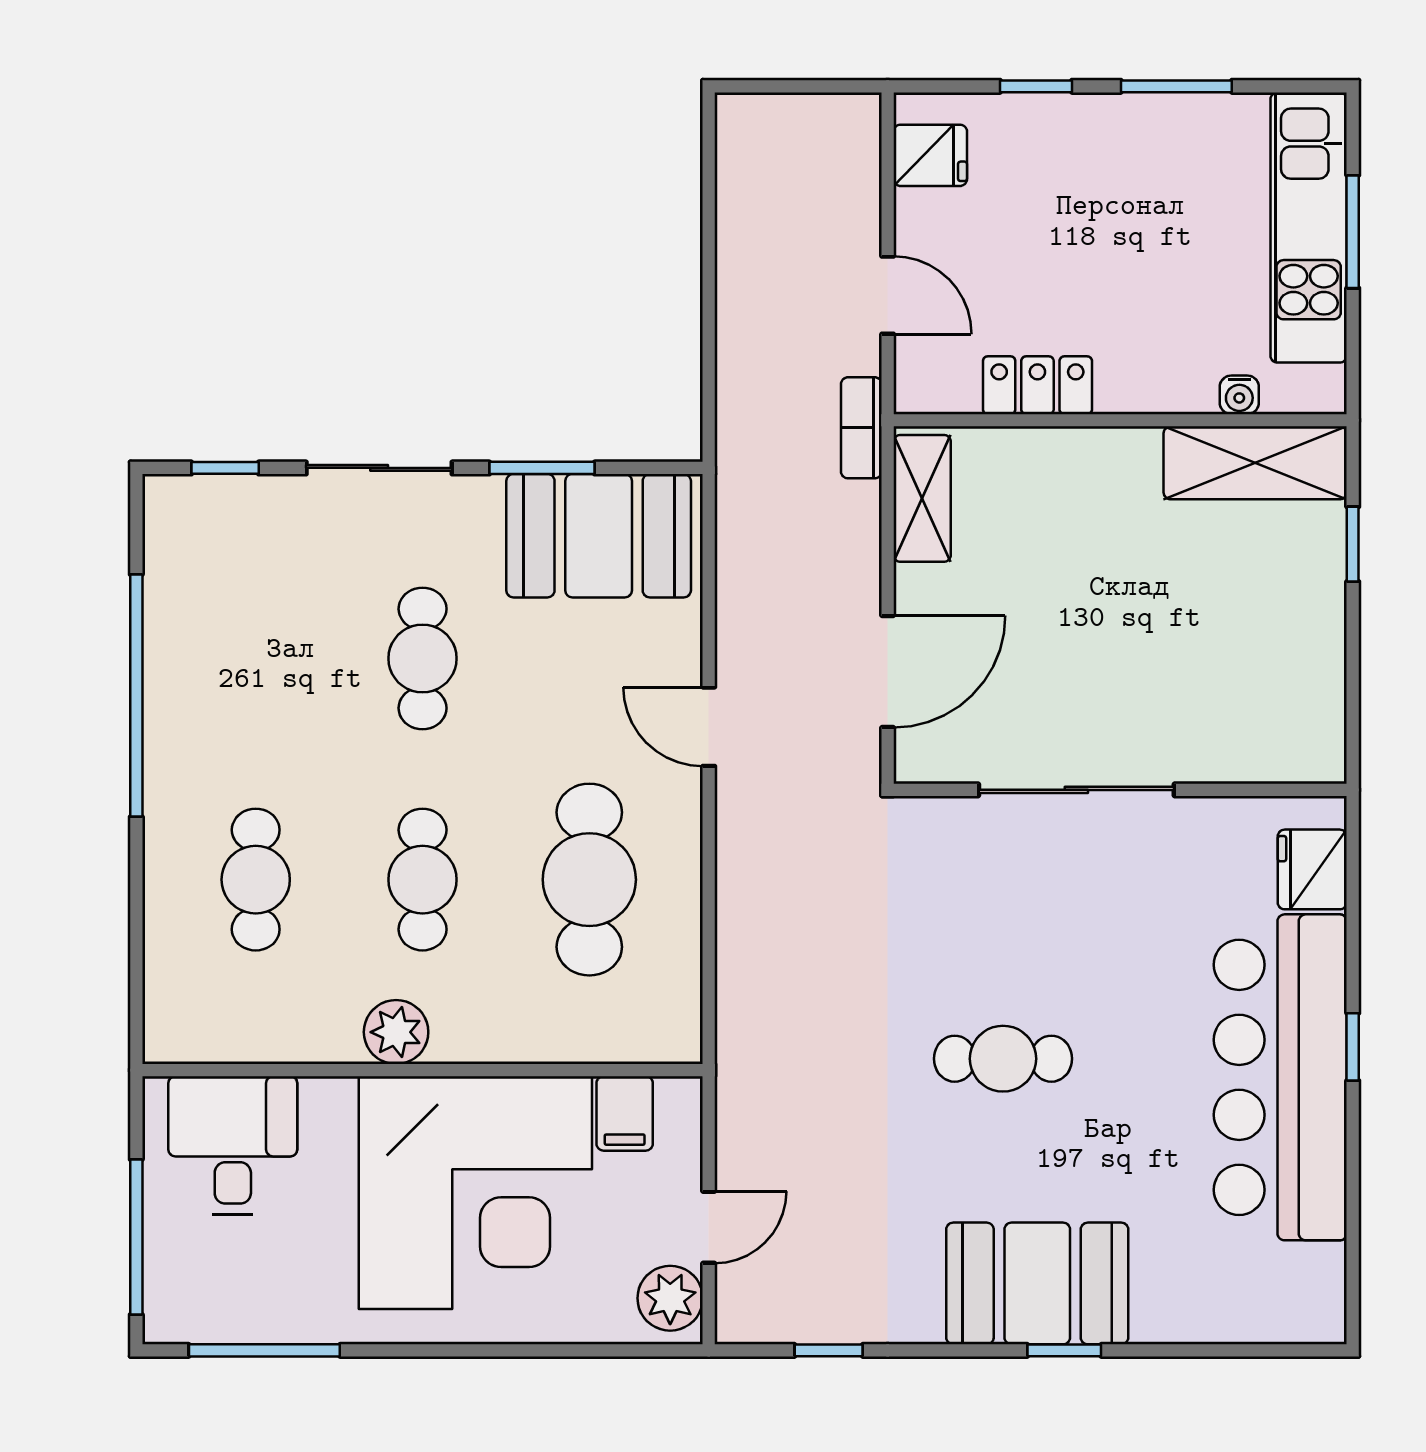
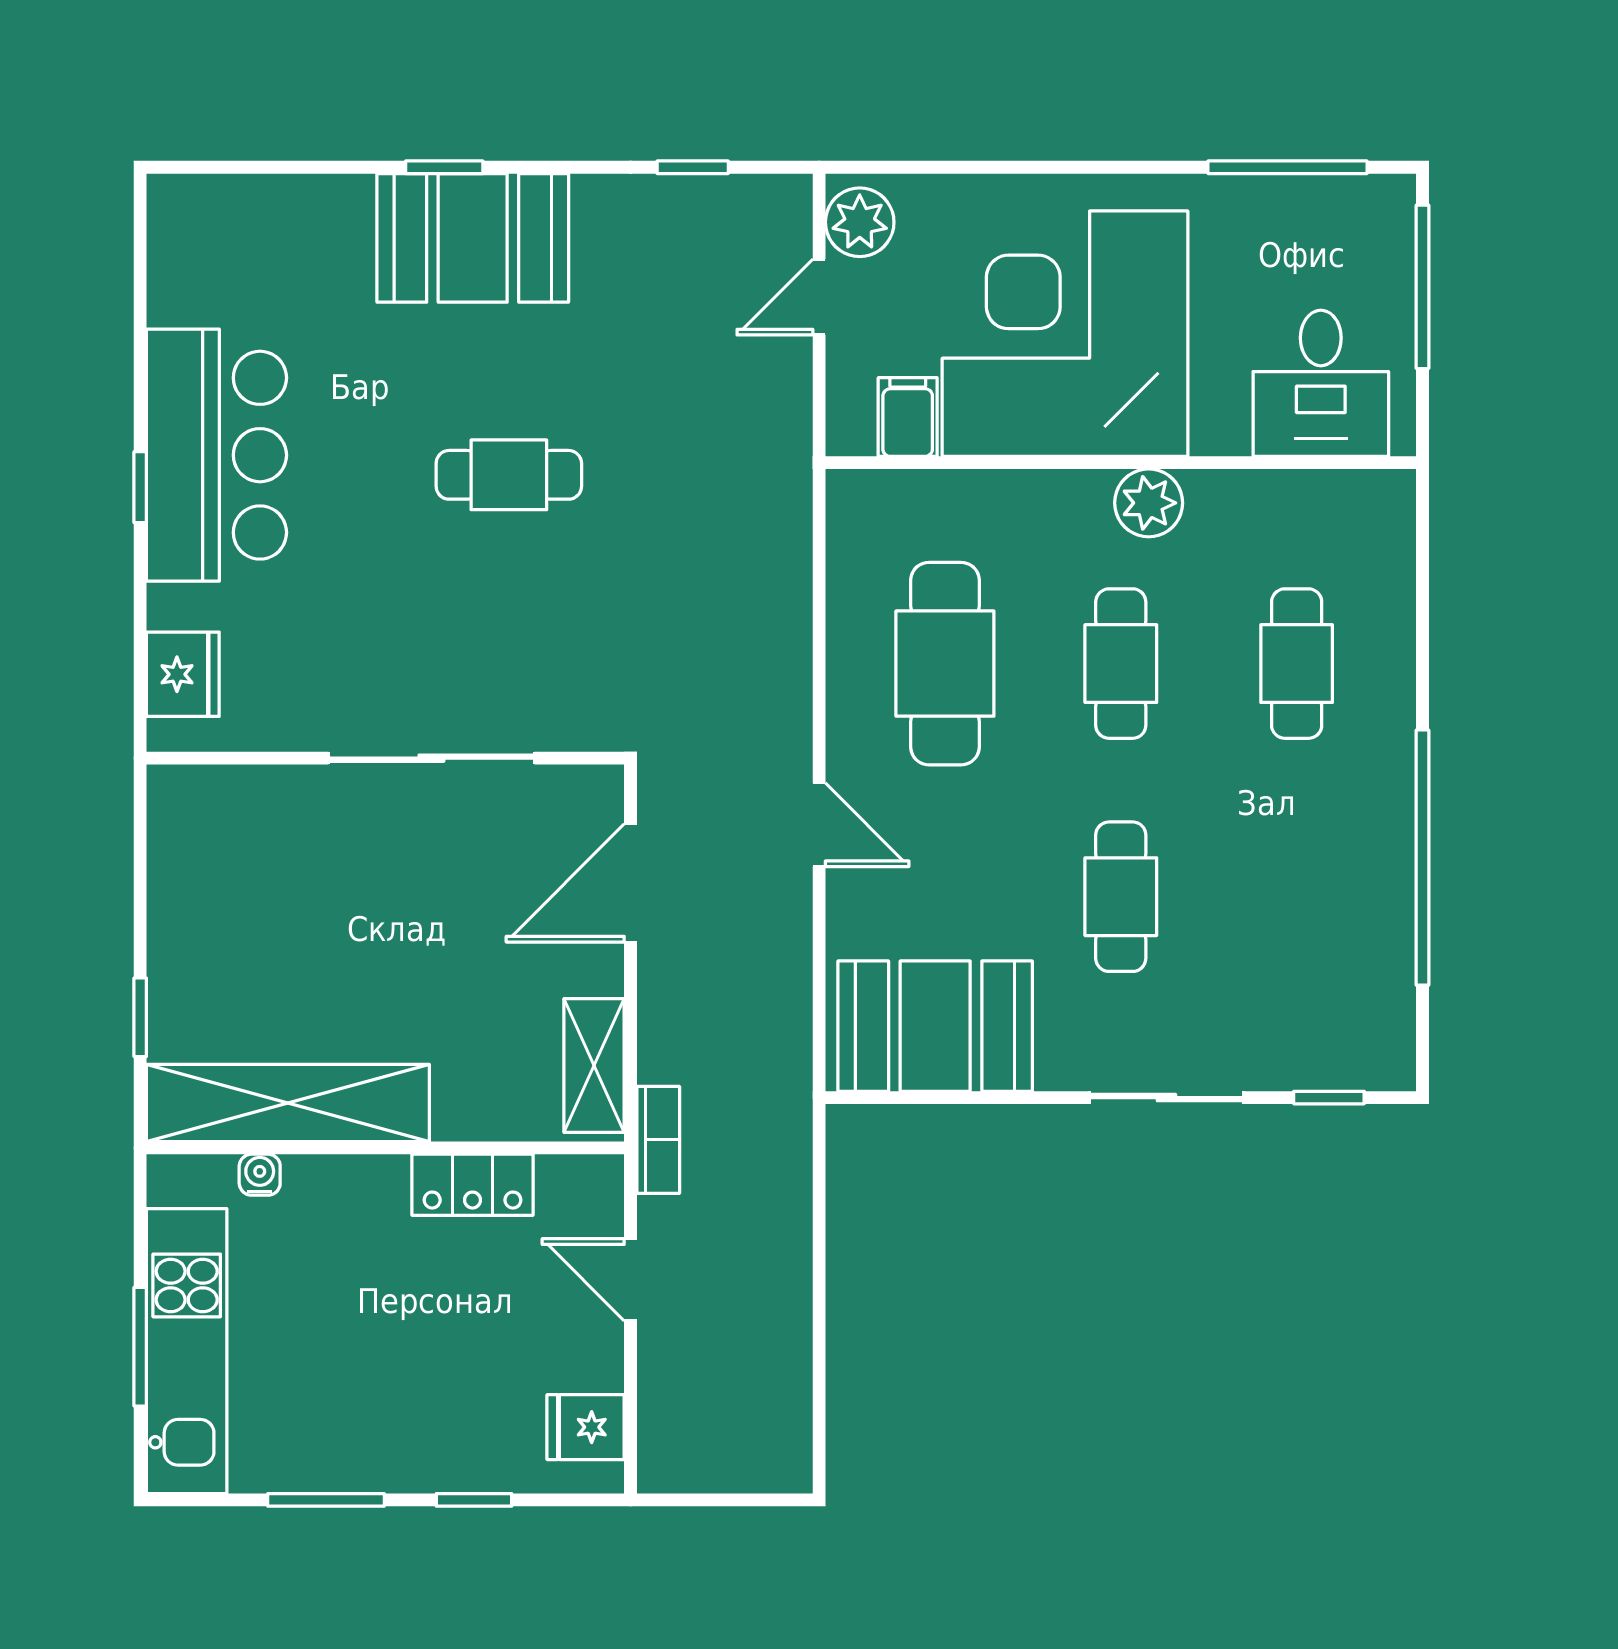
shelving: (1255, 463) -> (288, 1103), width x1.47
window: (542, 468) -> (995, 1098), removed
bar counter: (1280, 1077) -> (217, 455), width x0.73

